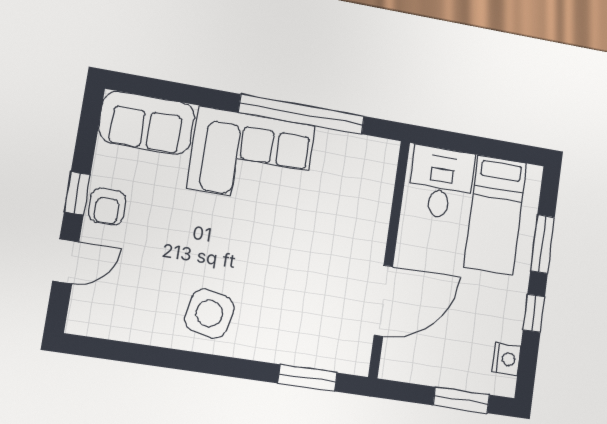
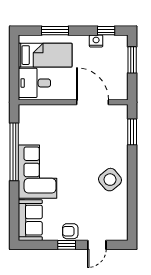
armchair: (107, 207) -> (70, 231), turned 180
door: (66, 261) -> (97, 245), swing flipped
side table: (209, 313) -> (110, 180), turned 38
window: (534, 313) -> (106, 31), moved
nightstand: (506, 359) -> (96, 41), moved

